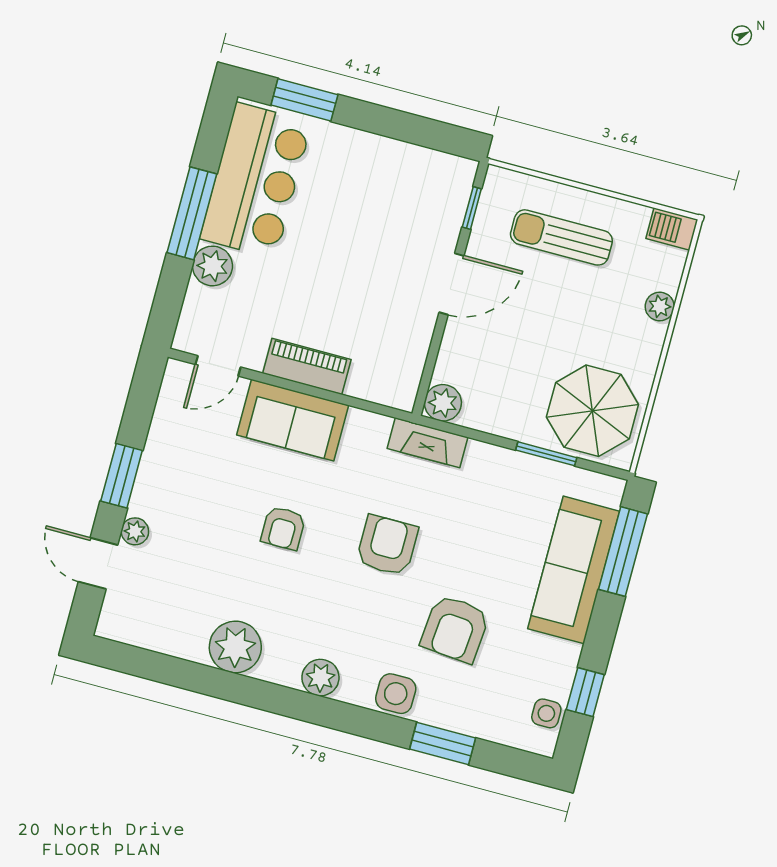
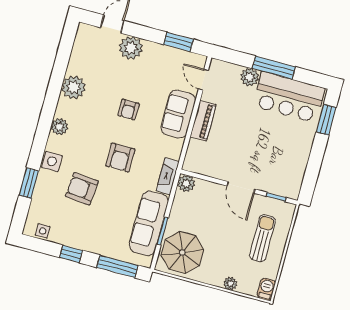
window: (122, 476) -> (179, 42), moved
armchair: (283, 528) -> (128, 110), turned -90
plant: (135, 531) -> (131, 48), width x1.88, depth x1.88
armchair: (387, 545) -> (120, 158), turned 90
sofa: (574, 570) -> (149, 223), moved, turned -90
window: (585, 692) -> (71, 254), moved

